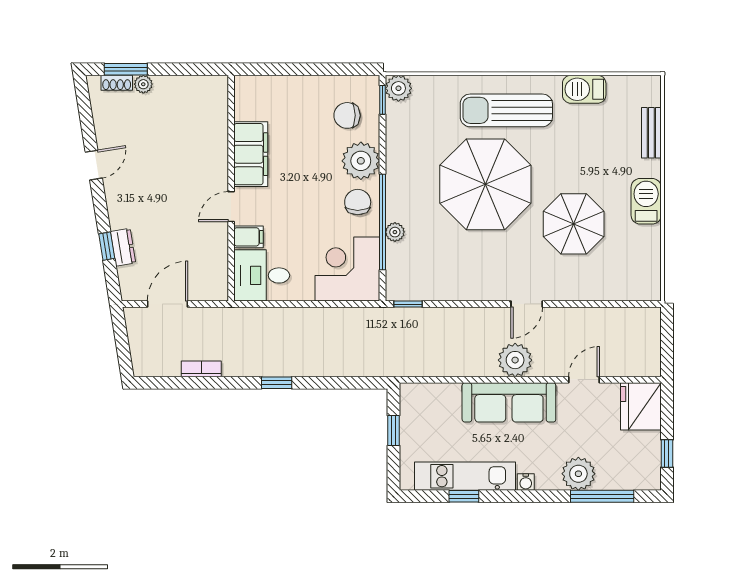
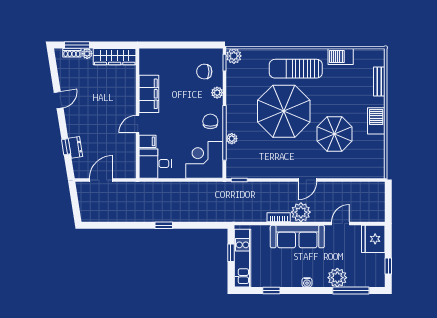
wardrobe: (191, 89) -> (115, 57), added
plant: (361, 161) -> (217, 93), width x0.53, depth x0.53
bookcase: (201, 369) -> (279, 217), moved
kitchen unit: (465, 476) -> (243, 258), moved, turned 90

